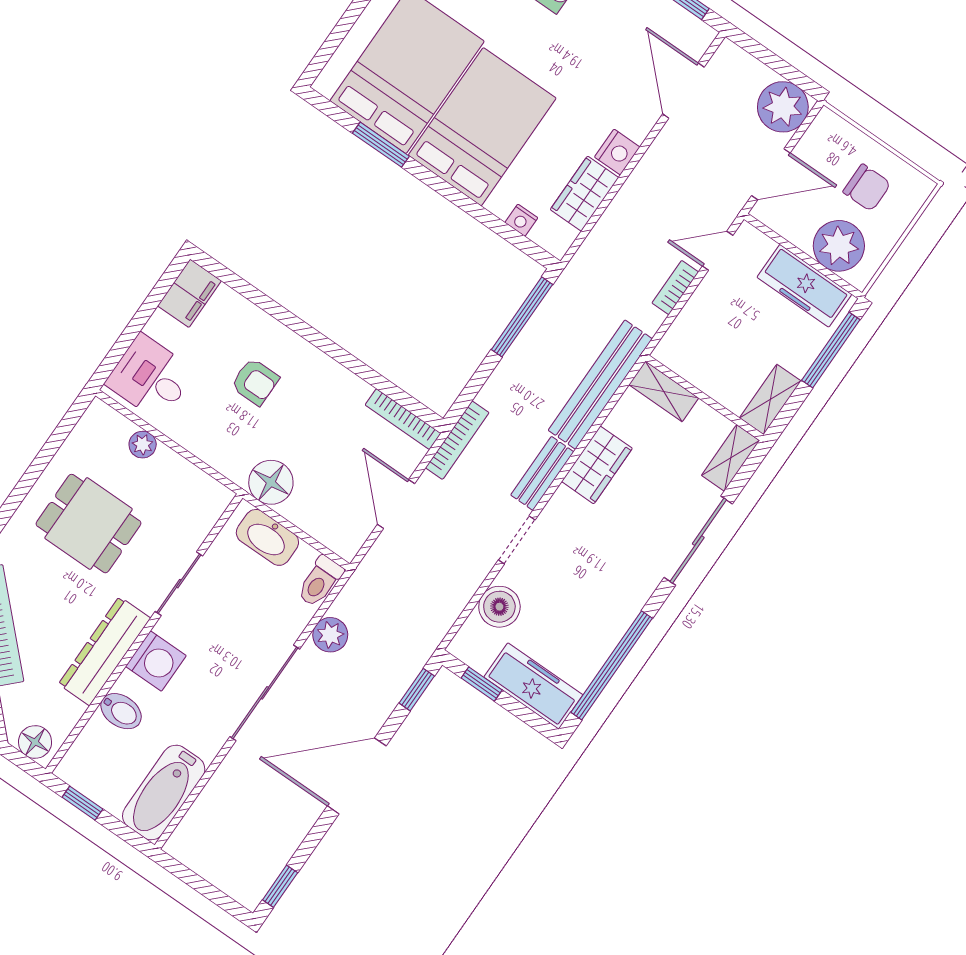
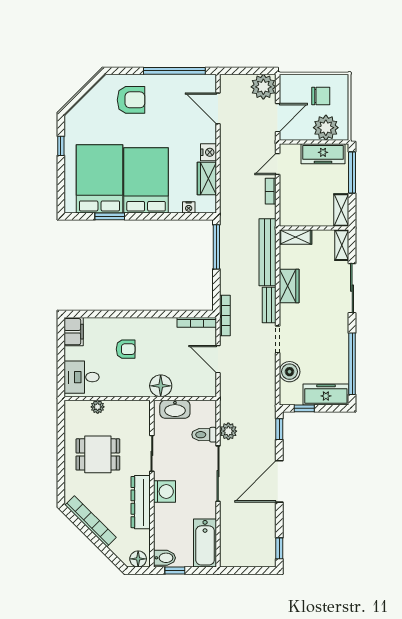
toilet: (320, 581) -> (204, 435), moved, turned 90
bidet: (121, 711) -> (164, 558), moved

